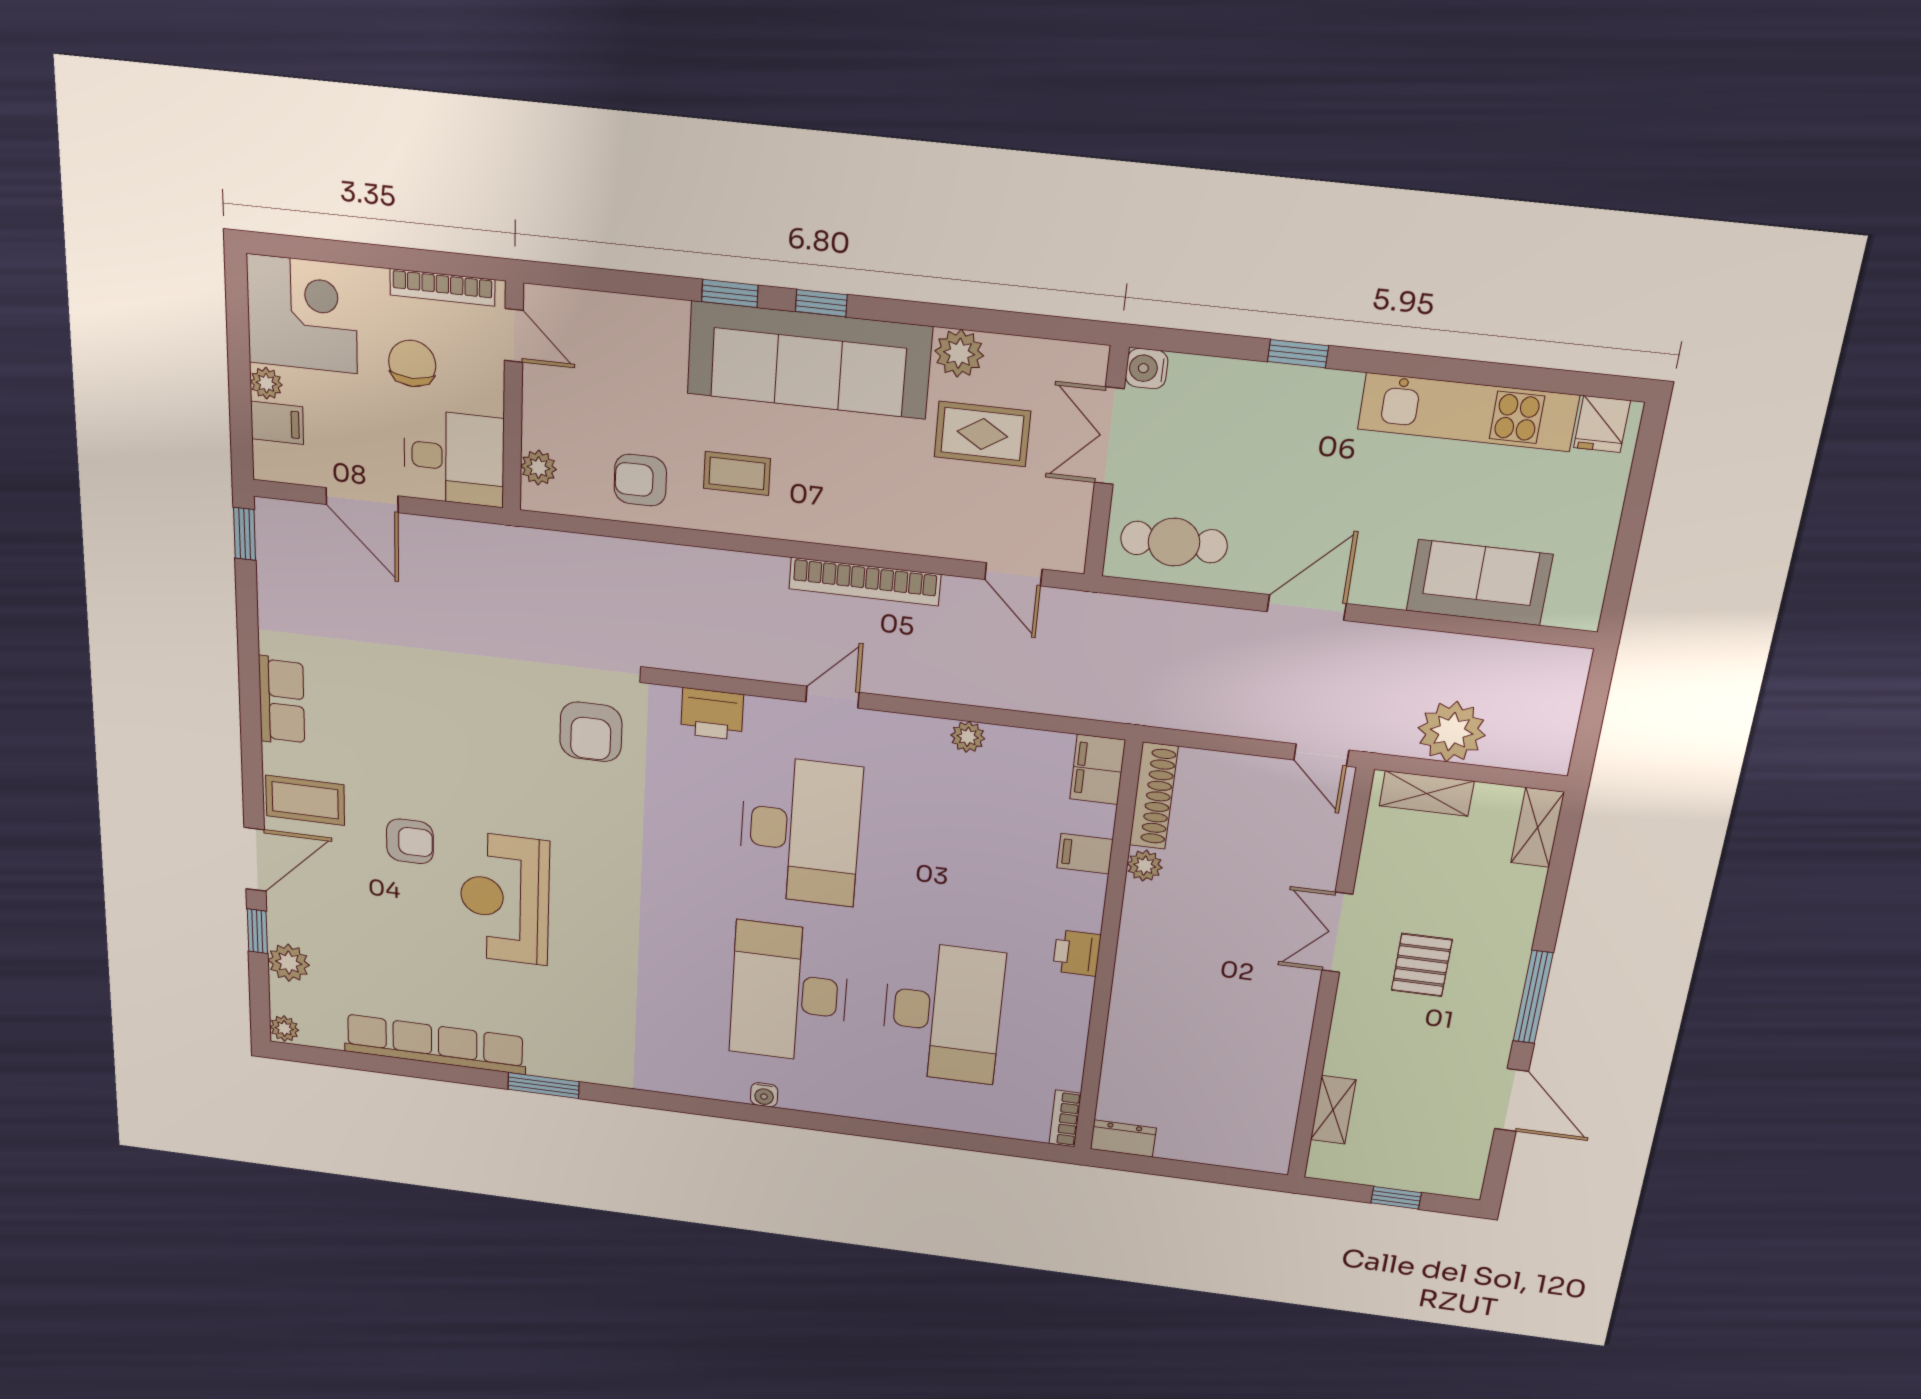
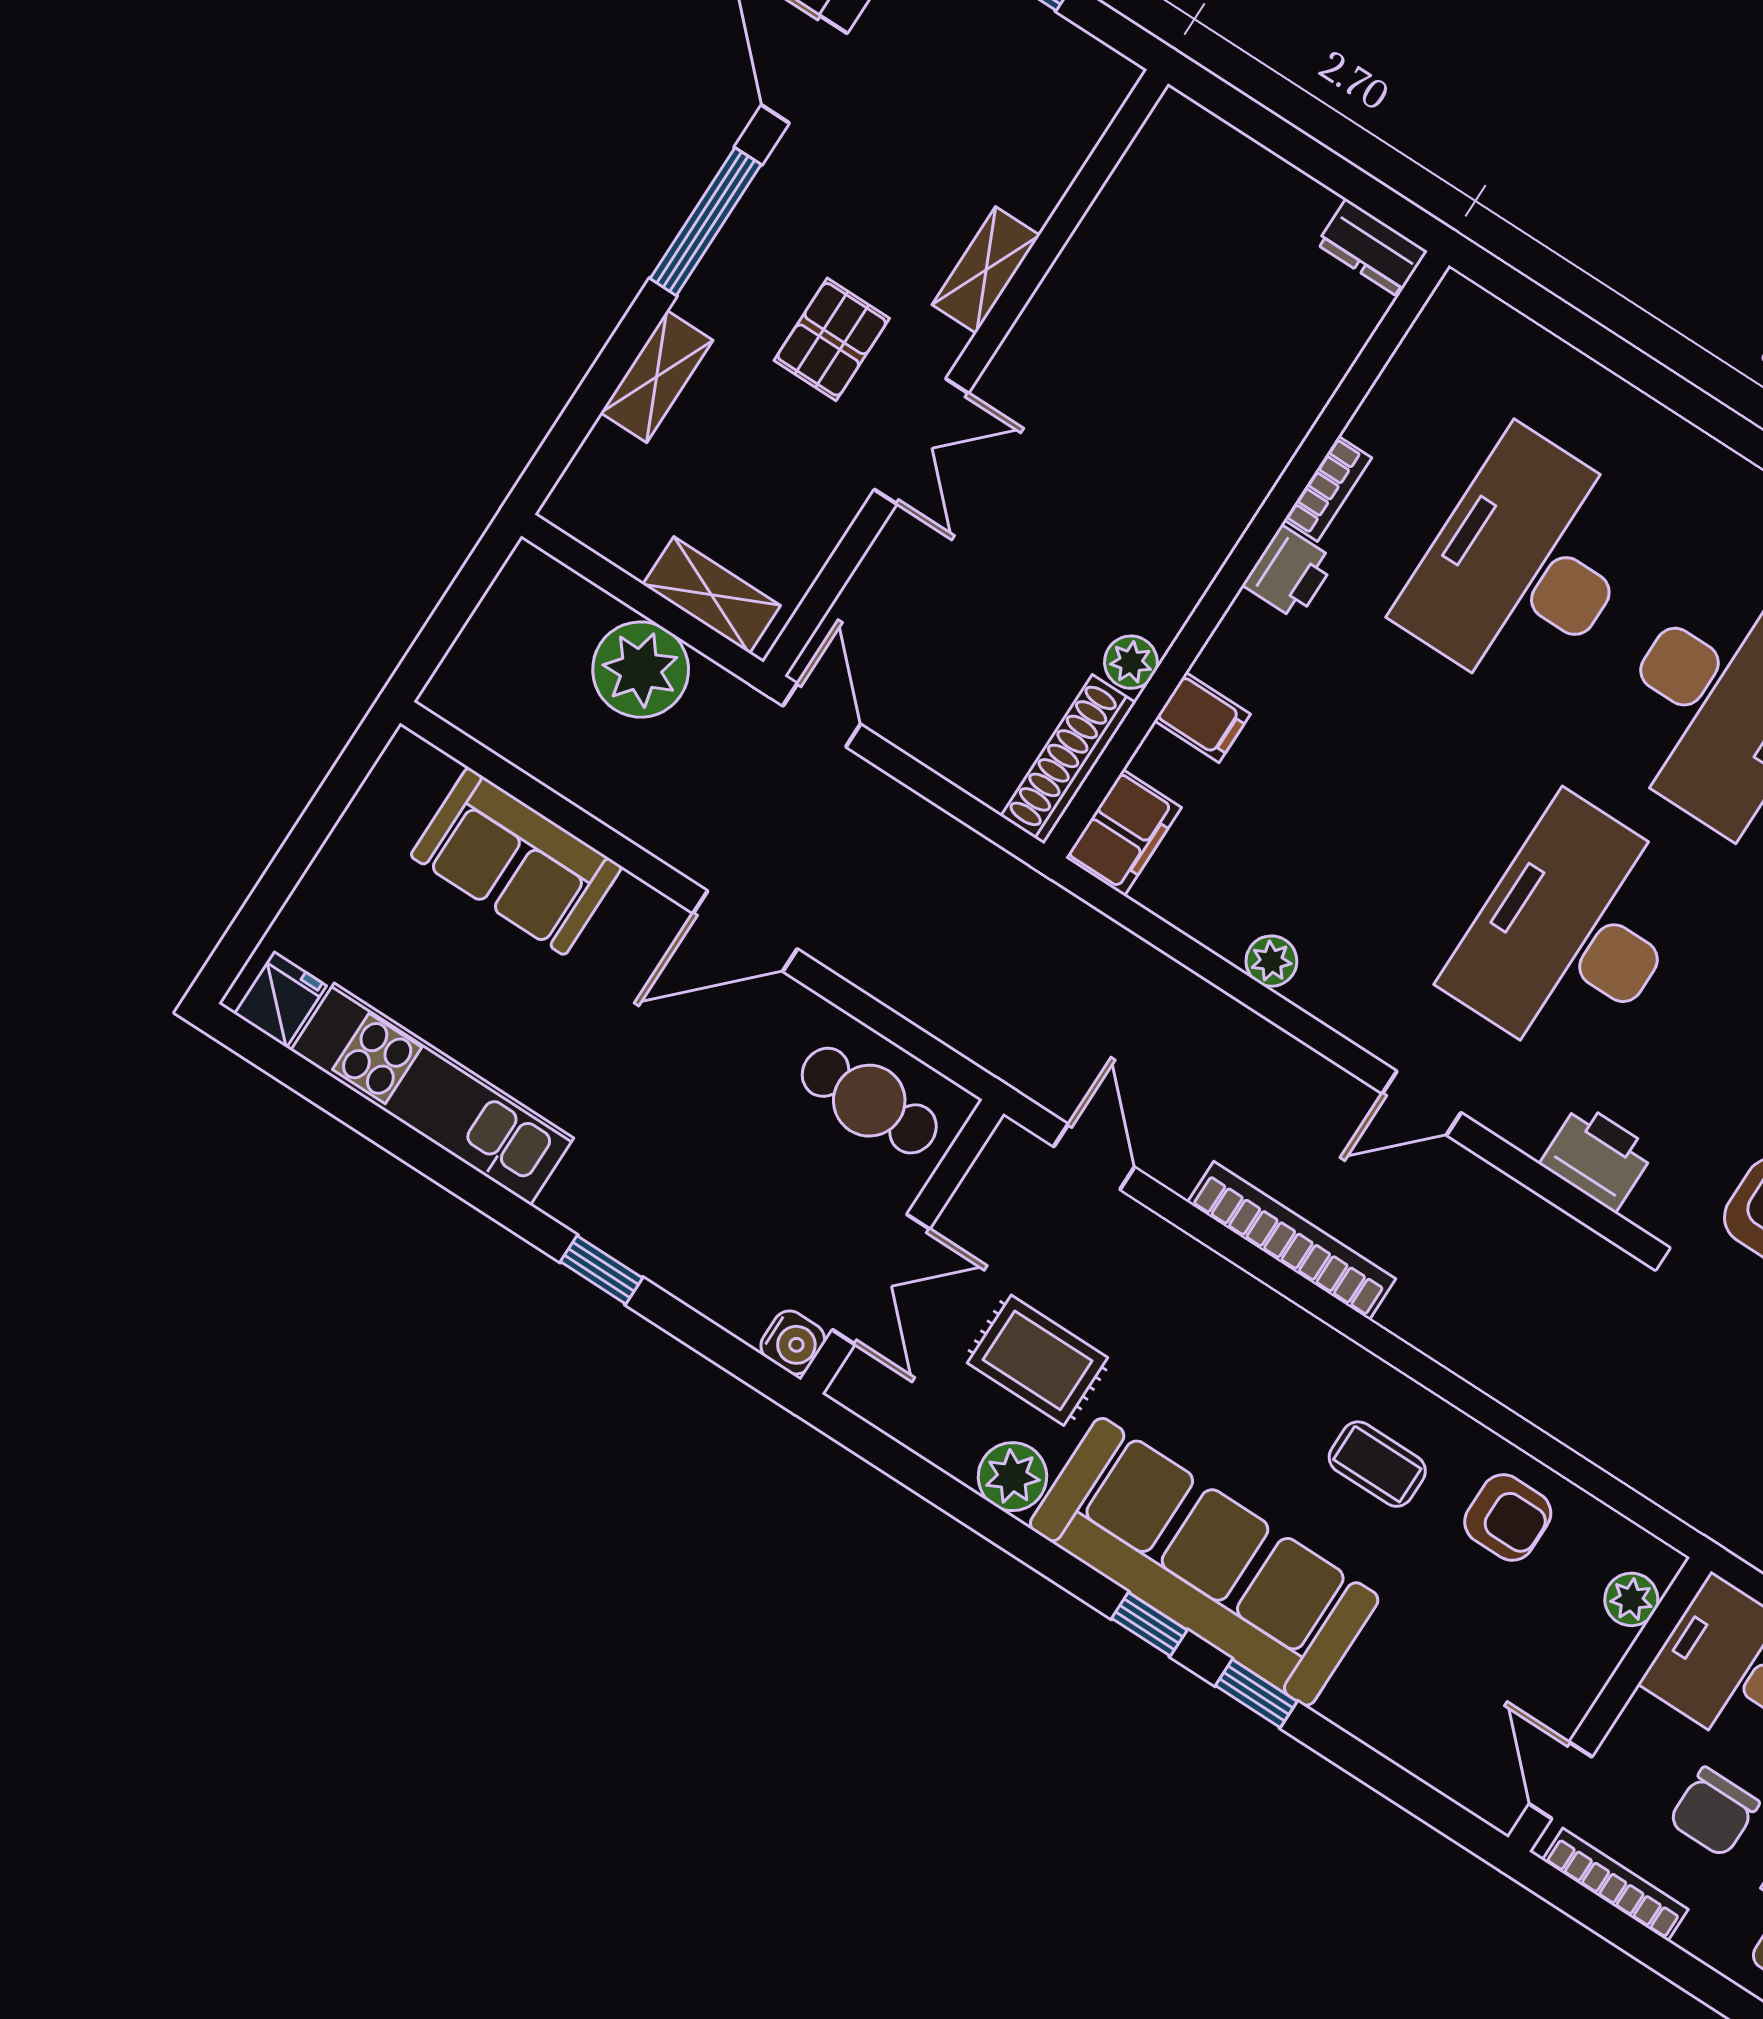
shelving: (1538, 827) -> (657, 376), moved
shelving: (1333, 1110) -> (986, 270), moved
bookcase: (1065, 1119) -> (1328, 489), moved

